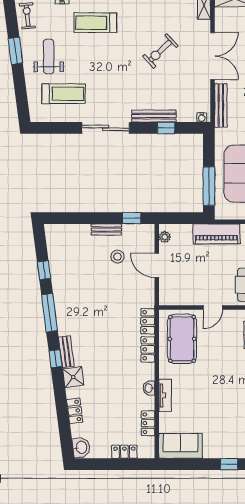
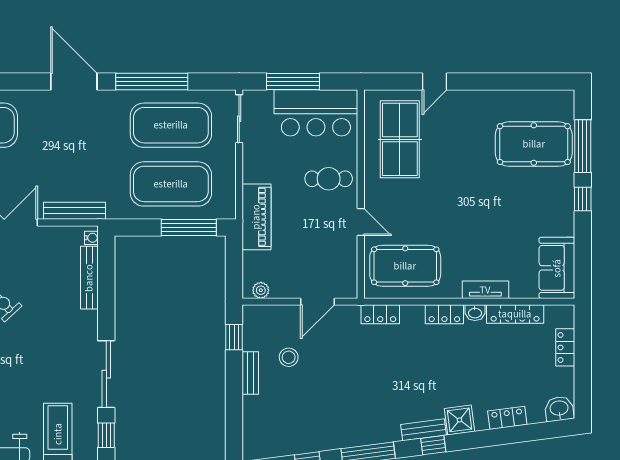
bench: (154, 116) -> (89, 278), moved
window: (166, 128) -> (106, 435), moved
door: (157, 265) -> (317, 302), moved
locker: (148, 349) -> (444, 314), moved
locker: (148, 423) -> (515, 314), width x1.53

